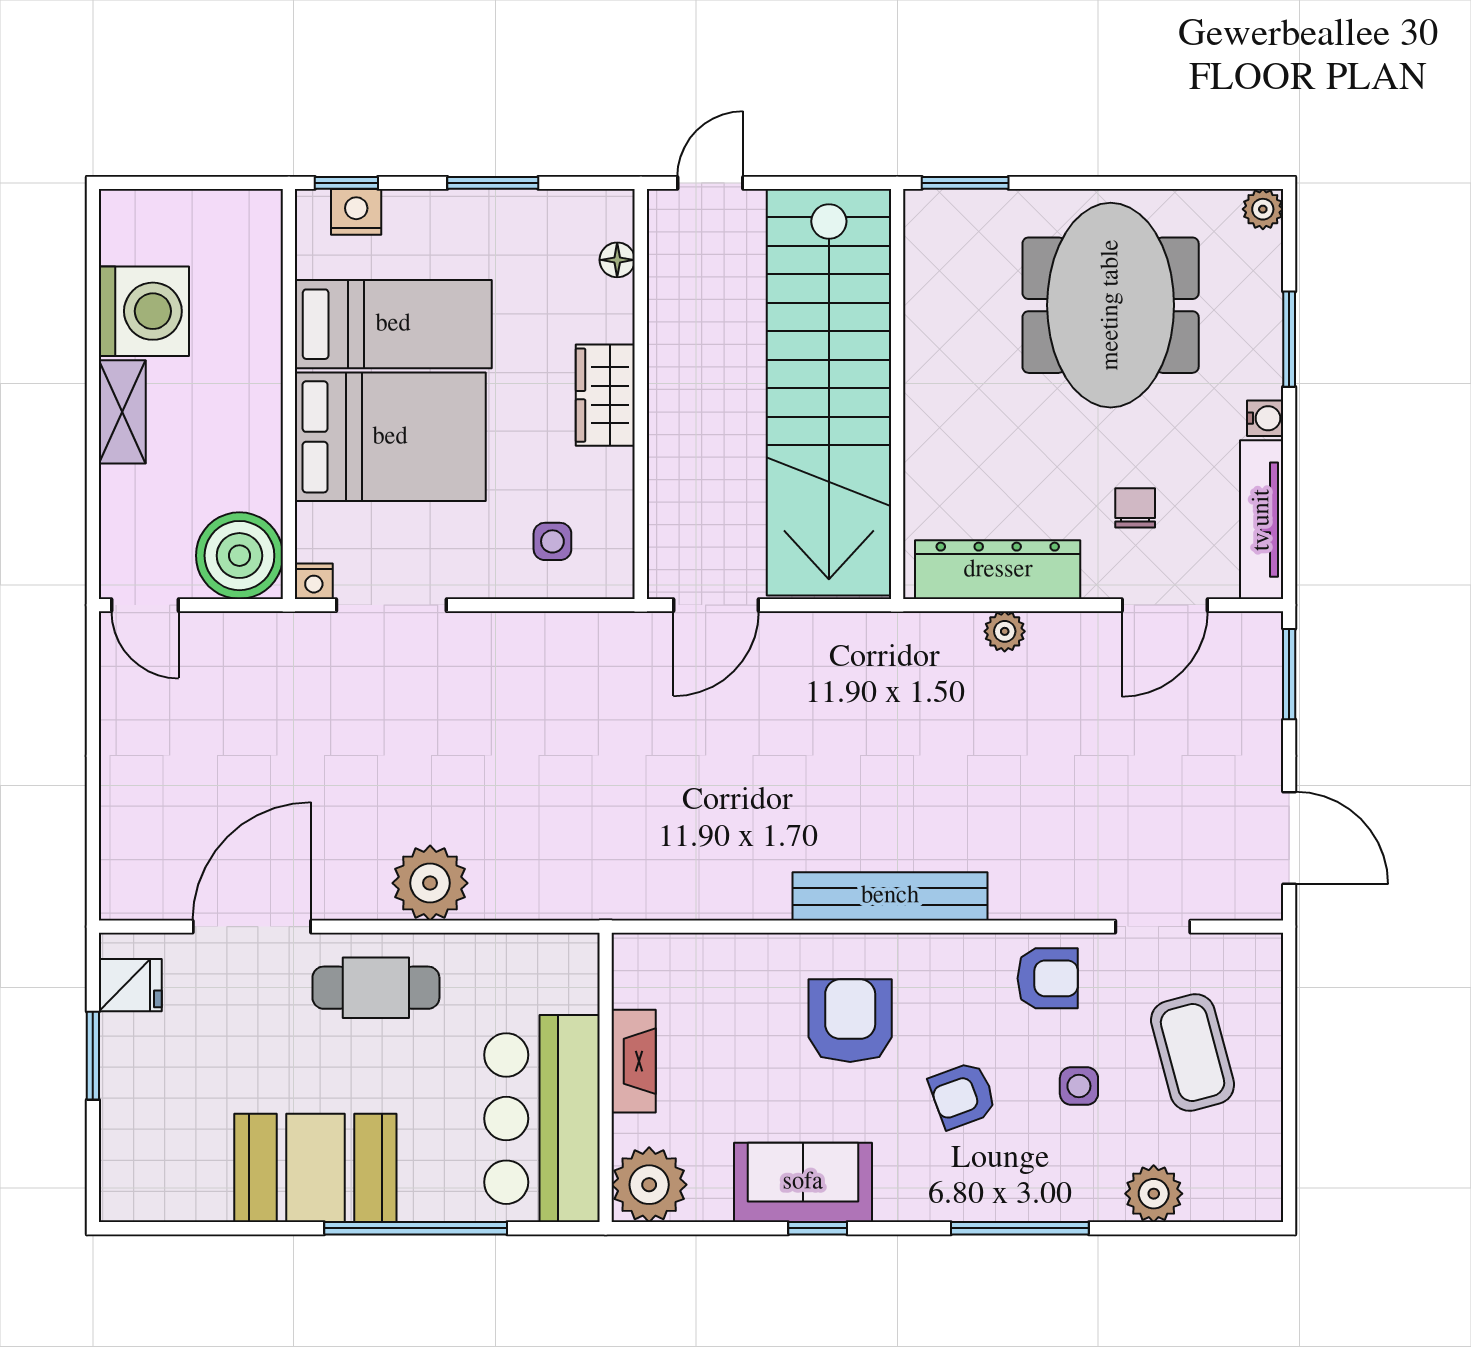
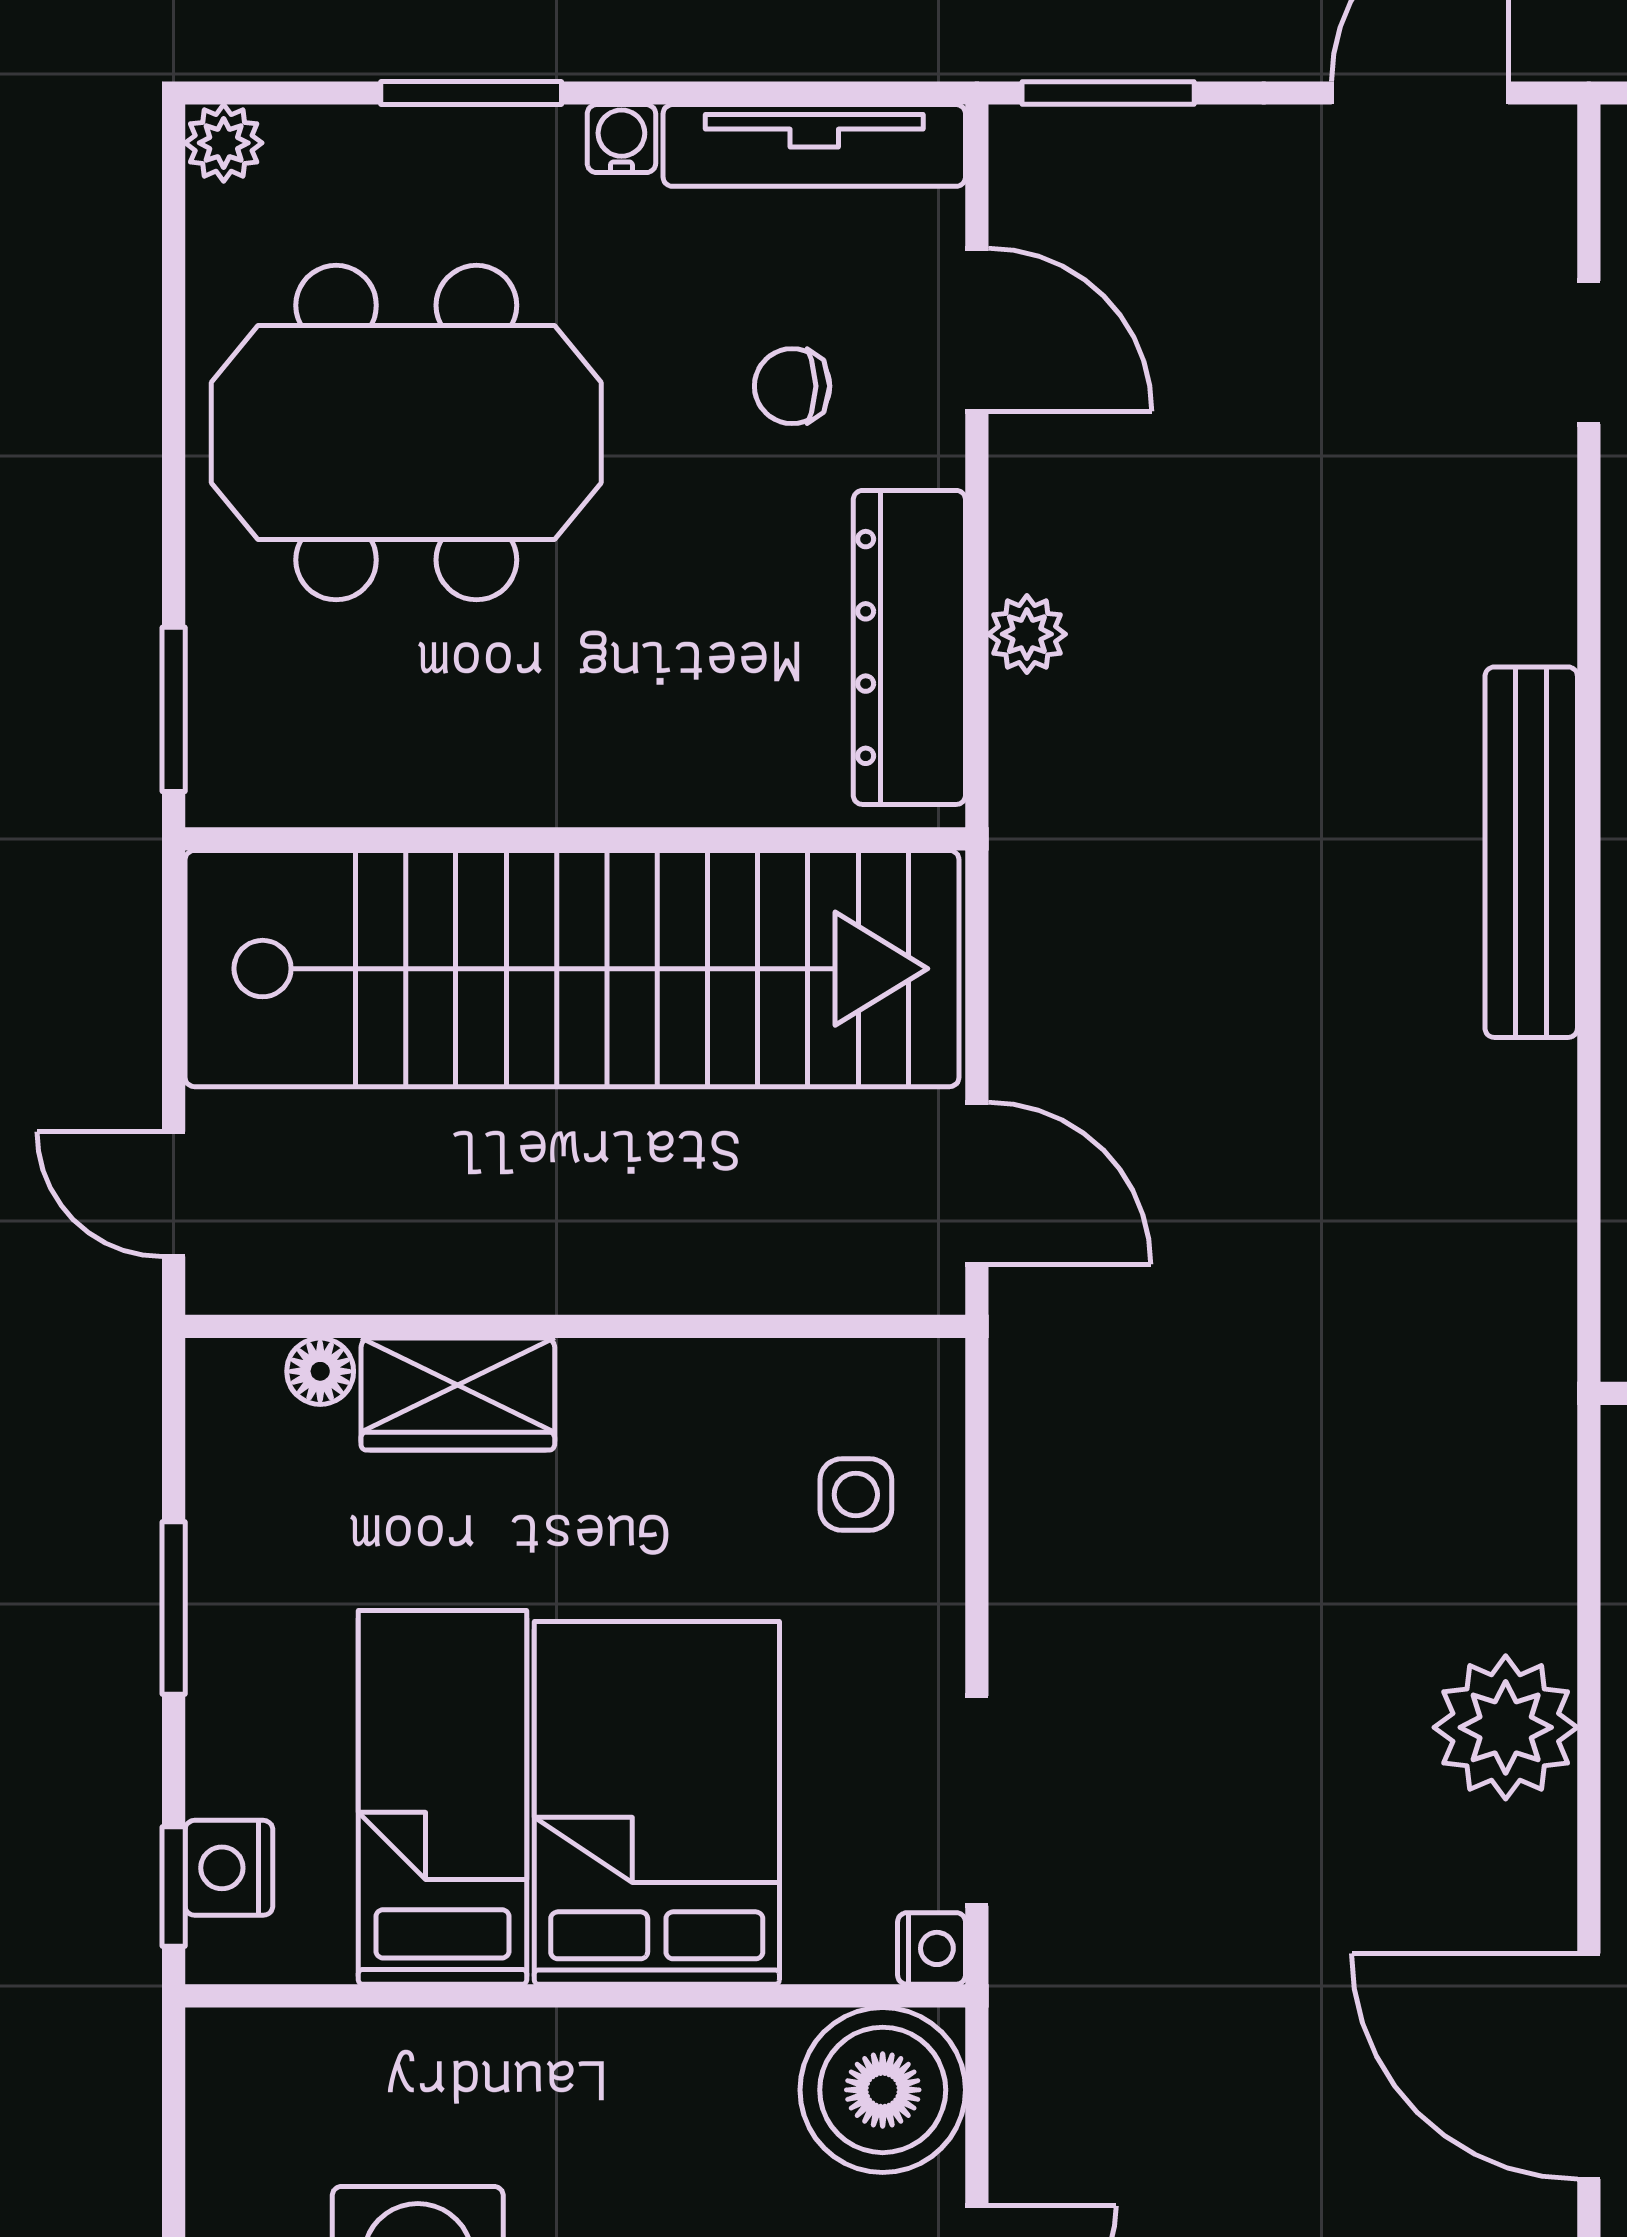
wardrobe: (605, 395) -> (458, 1394), moved

